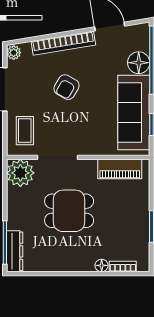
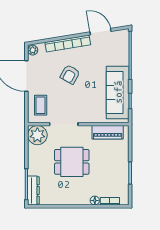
floor lamp: (139, 63) -> (121, 57), removed

